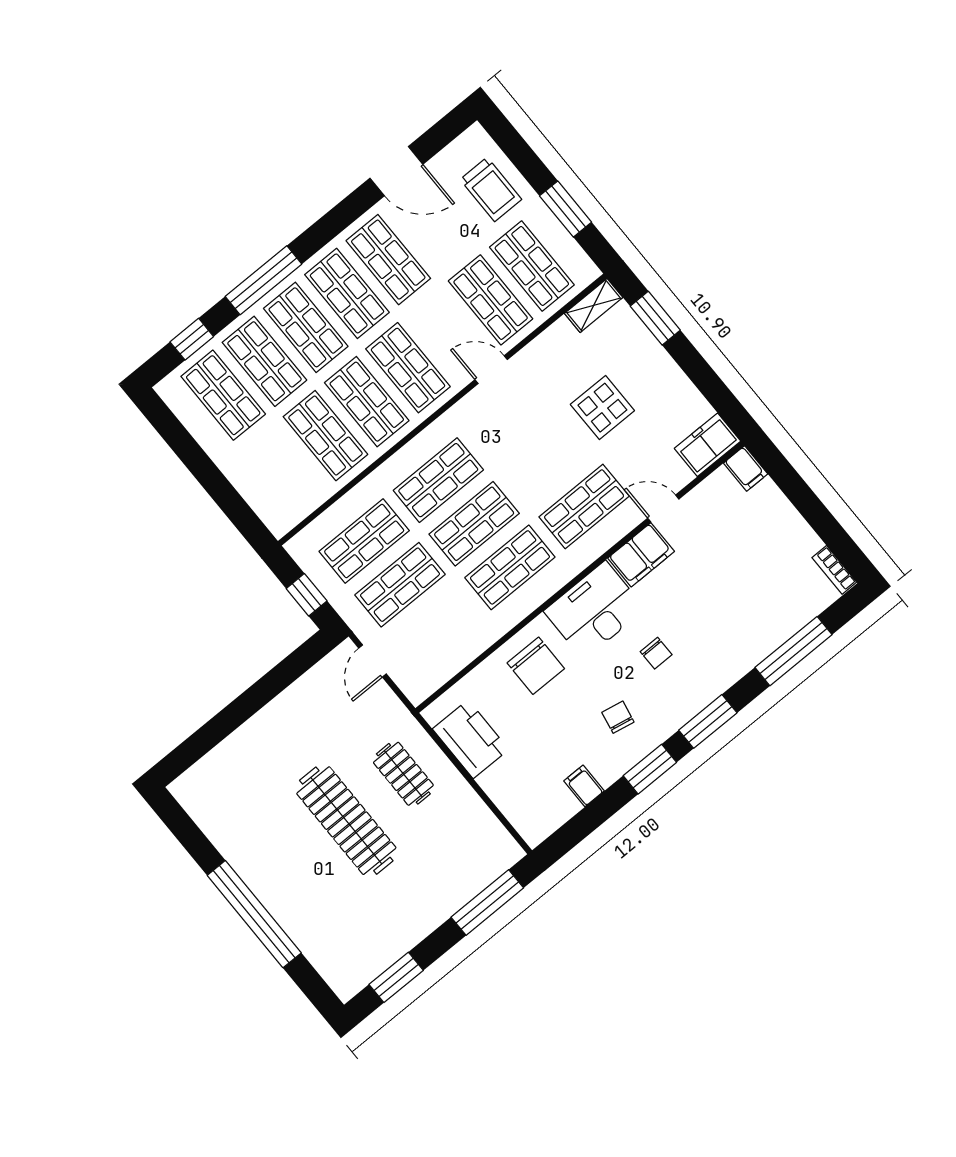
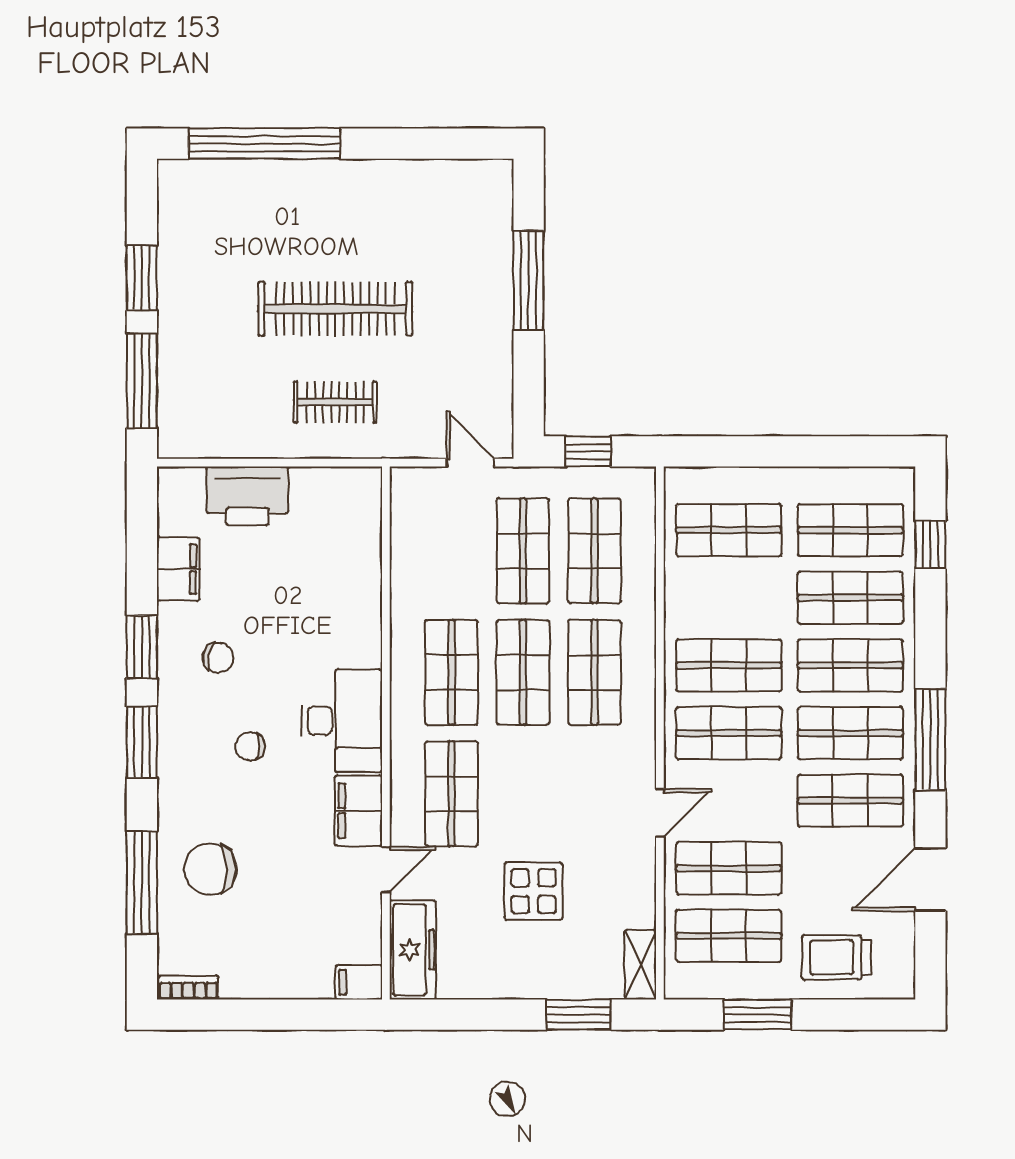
window: (264, 280) -> (930, 739), moved
shop shelf: (325, 436) -> (729, 530), moved
freezer: (707, 445) -> (413, 950), width x1.40
chair: (536, 666) -> (210, 869), moved
window: (232, 717) -> (529, 280), added
printer: (471, 739) -> (247, 496), moved
filing cabinet: (584, 786) -> (178, 569), width x2.00
window: (254, 914) -> (264, 144), moved
window: (396, 977) -> (142, 278), moved

